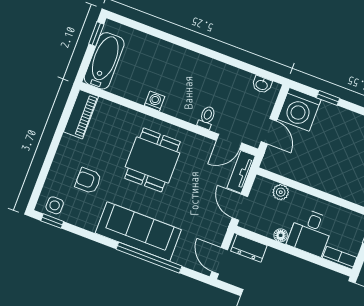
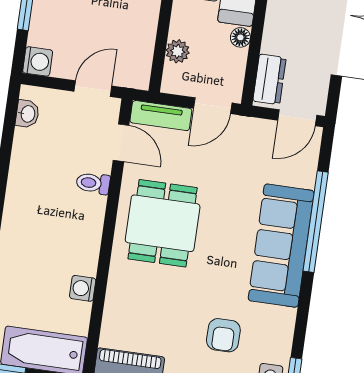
washing machine: (155, 101) -> (83, 288), moved
washing machine: (299, 109) -> (38, 61), width x0.53, depth x0.53
dining table: (152, 160) -> (163, 223), moved, turned 90

